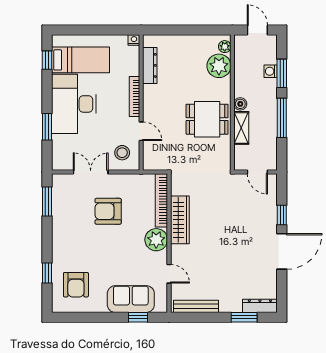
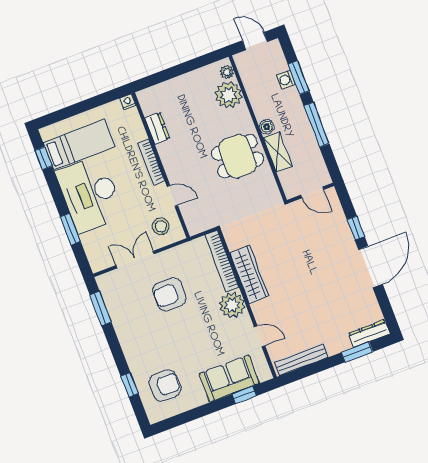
dresser: (150, 65) -> (157, 128), width x0.70
armchair: (76, 285) -> (165, 385), turned -90

